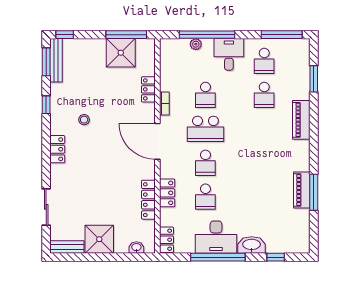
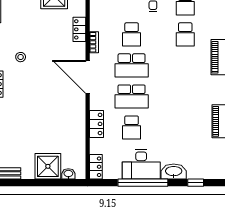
school desk: (205, 163) -> (132, 96), width x1.85
locker: (148, 200) -> (79, 130), removed
shower: (99, 239) -> (48, 166), moved

